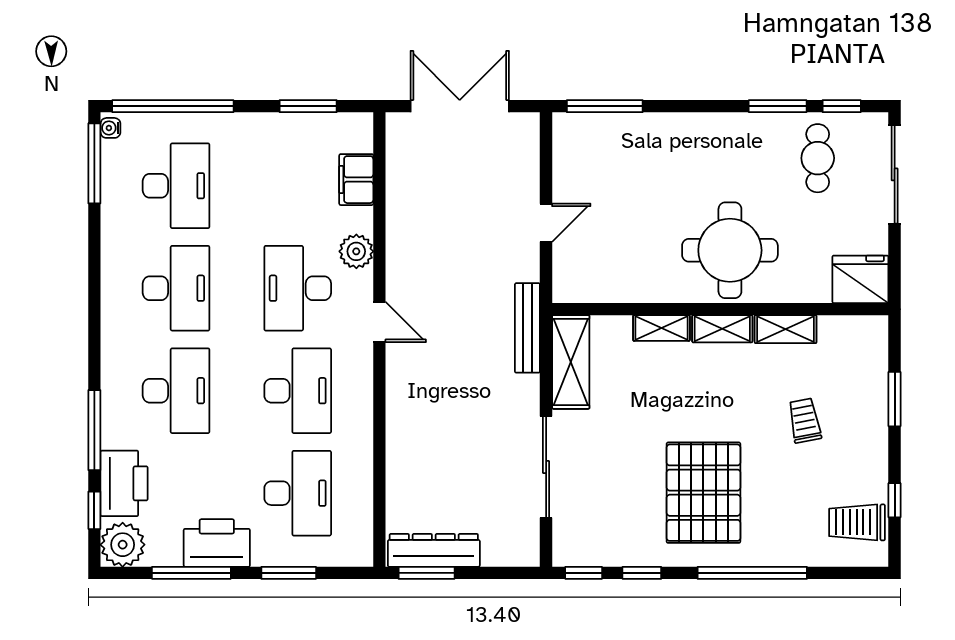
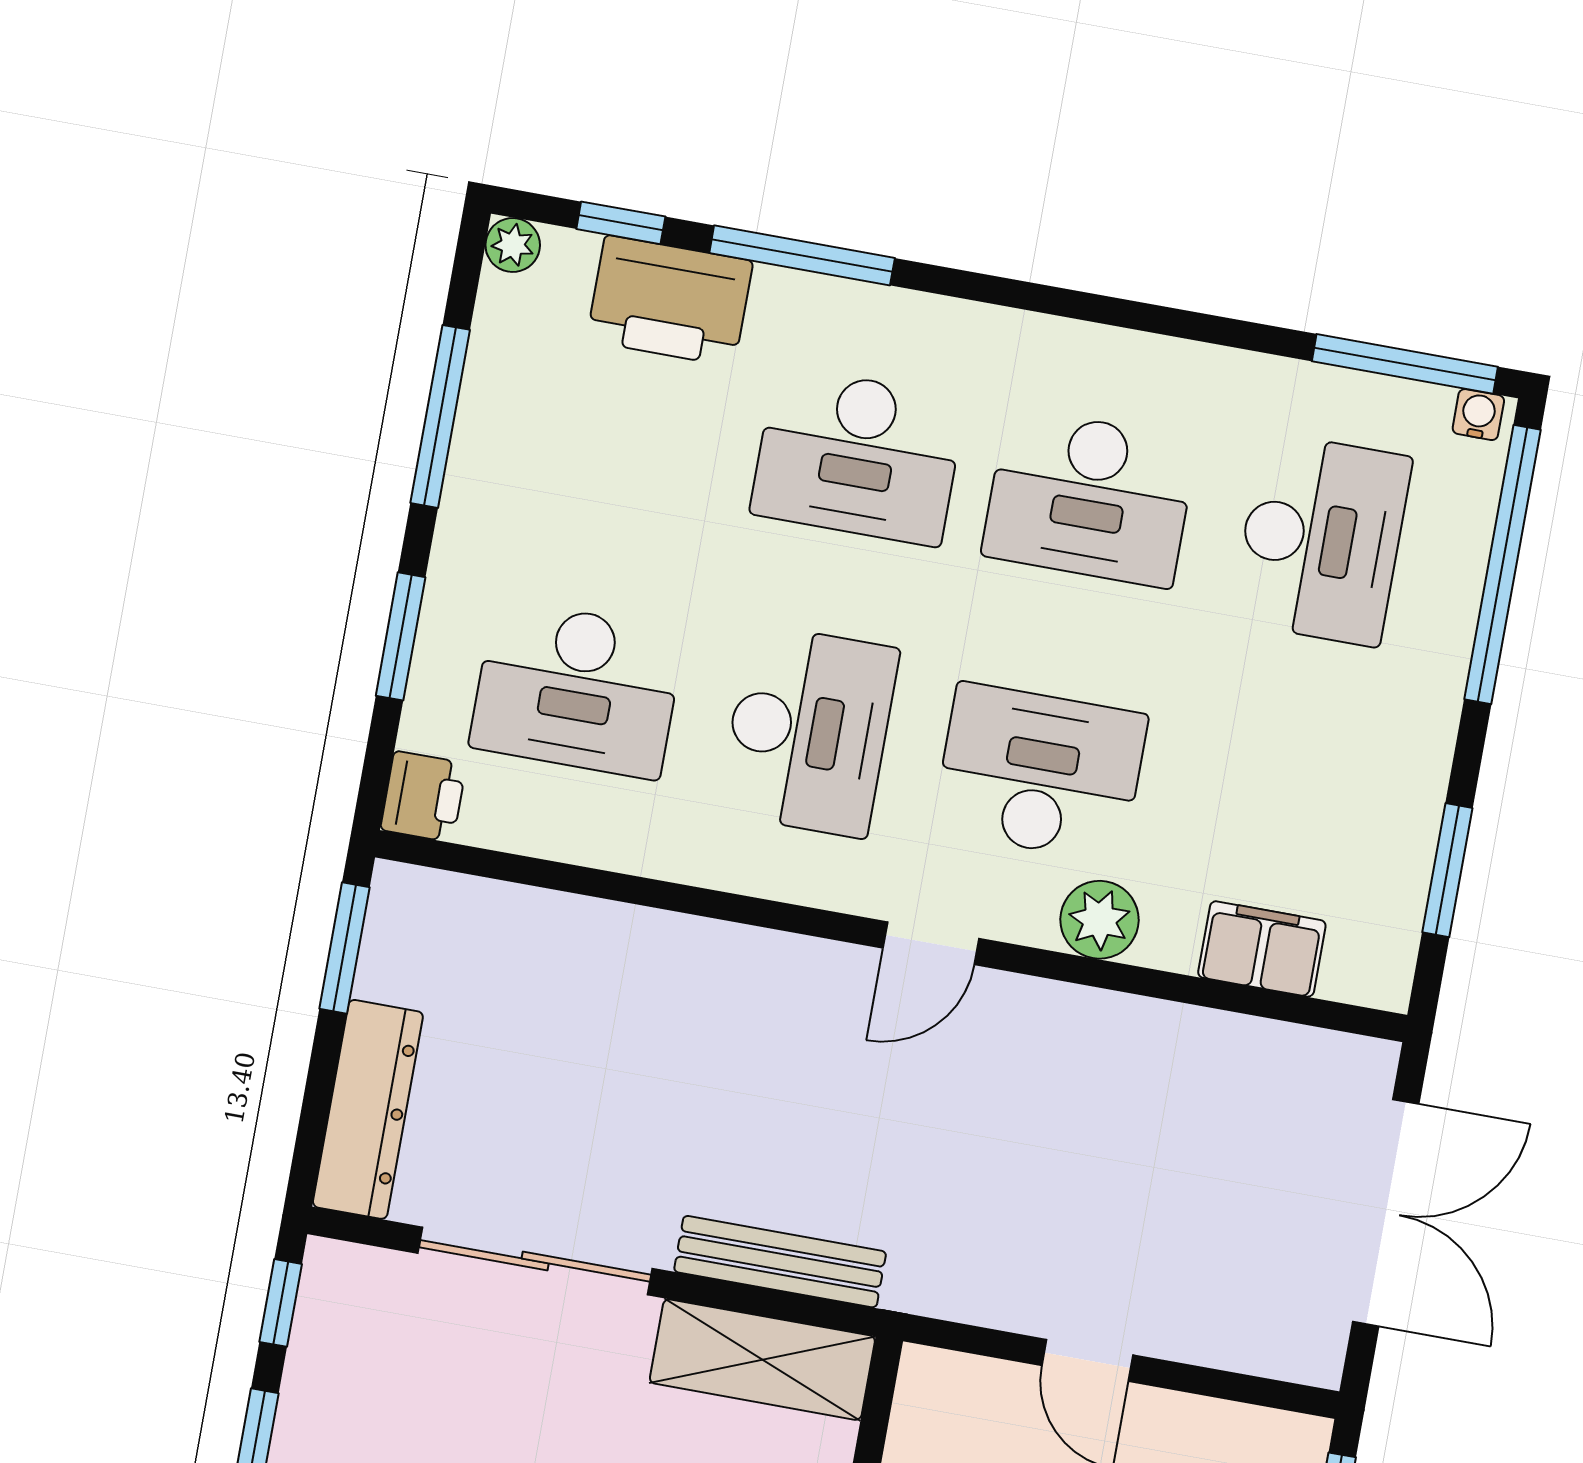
desk: (176, 186) -> (1321, 539), turned -90
bench: (527, 328) -> (780, 1262), moved
desk: (298, 391) -> (808, 731), turned -90
printer: (217, 543) -> (423, 797), moved, width x0.53, depth x0.68
plant: (123, 545) -> (513, 245), width x0.53, depth x0.53
dresser: (434, 550) -> (368, 1109), moved

